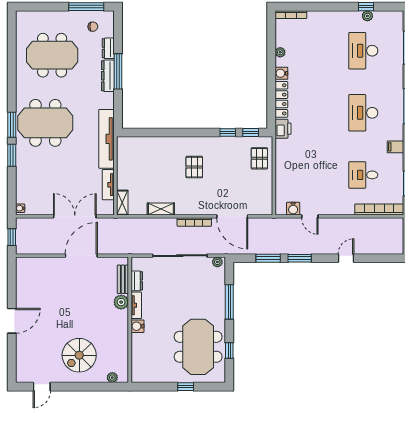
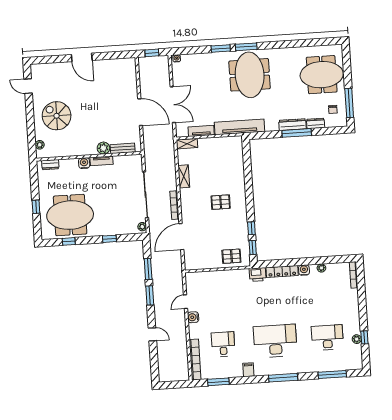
meeting table: (52, 55) -> (322, 75), moved, turned 90
desk: (363, 113) -> (275, 341), width x1.36, depth x1.30
water cooler: (293, 209) -> (193, 317), moved
dresser: (137, 281) -> (50, 165), moved
window: (229, 302) -> (109, 239), width x0.46

